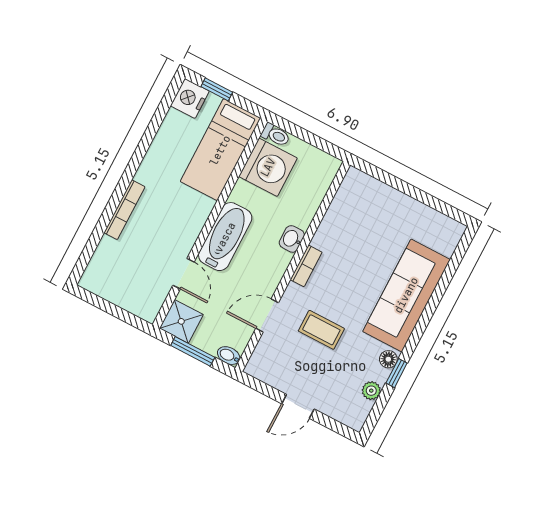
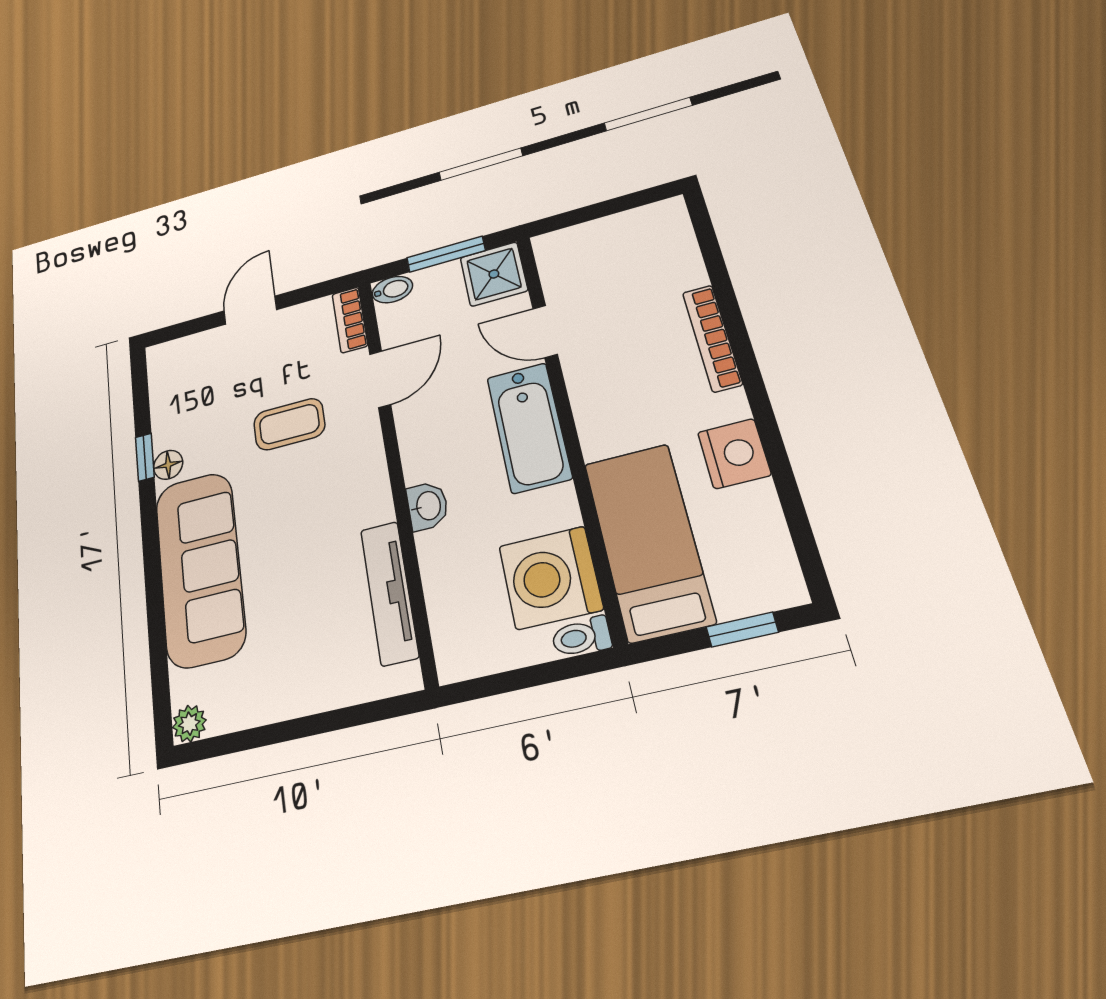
nightstand: (190, 98) -> (734, 454), moved
tv unit: (335, 215) -> (389, 593), added
bookcase: (306, 266) -> (350, 320), moved
plant: (371, 391) -> (189, 724), moved

